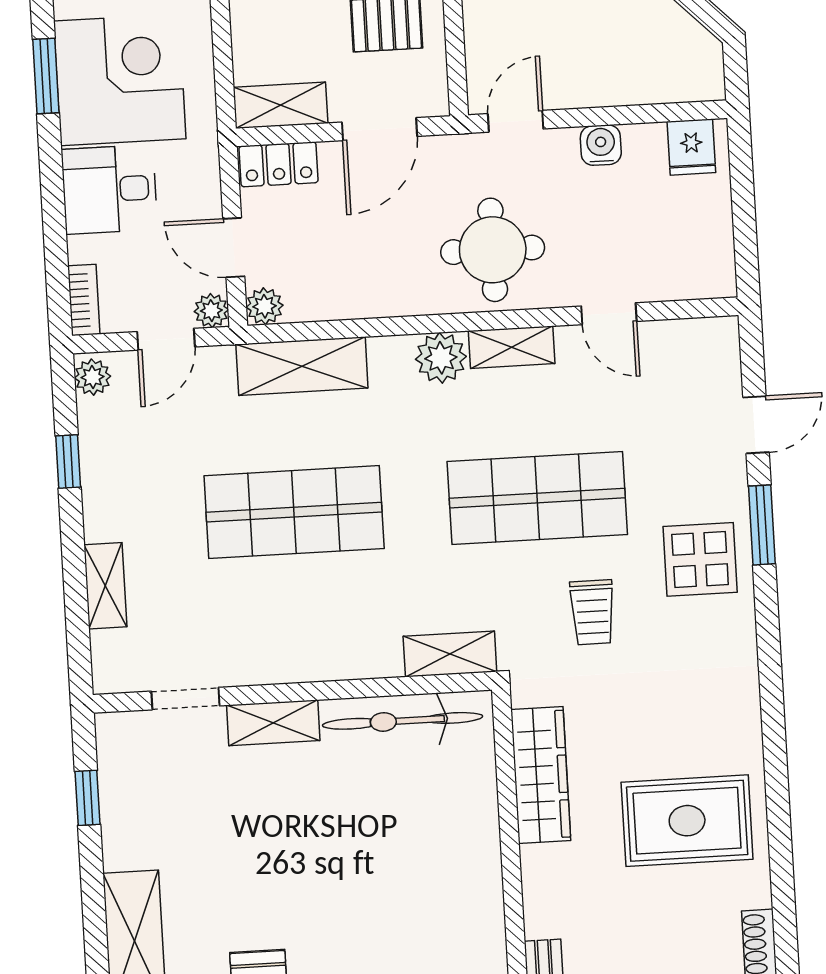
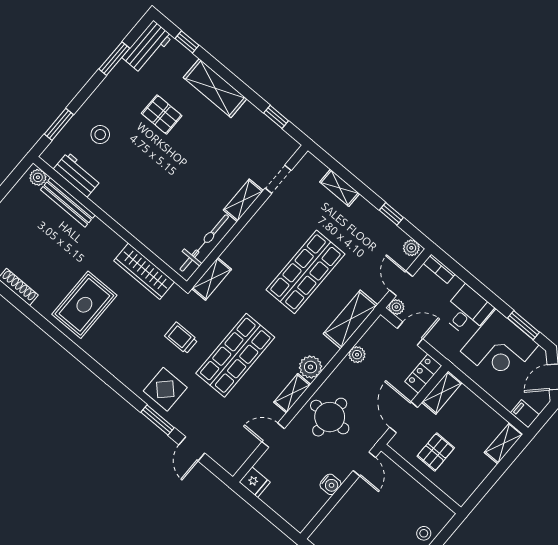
fridge: (691, 147) -> (255, 482), moved, turned 180
plant: (265, 306) -> (357, 355), moved

